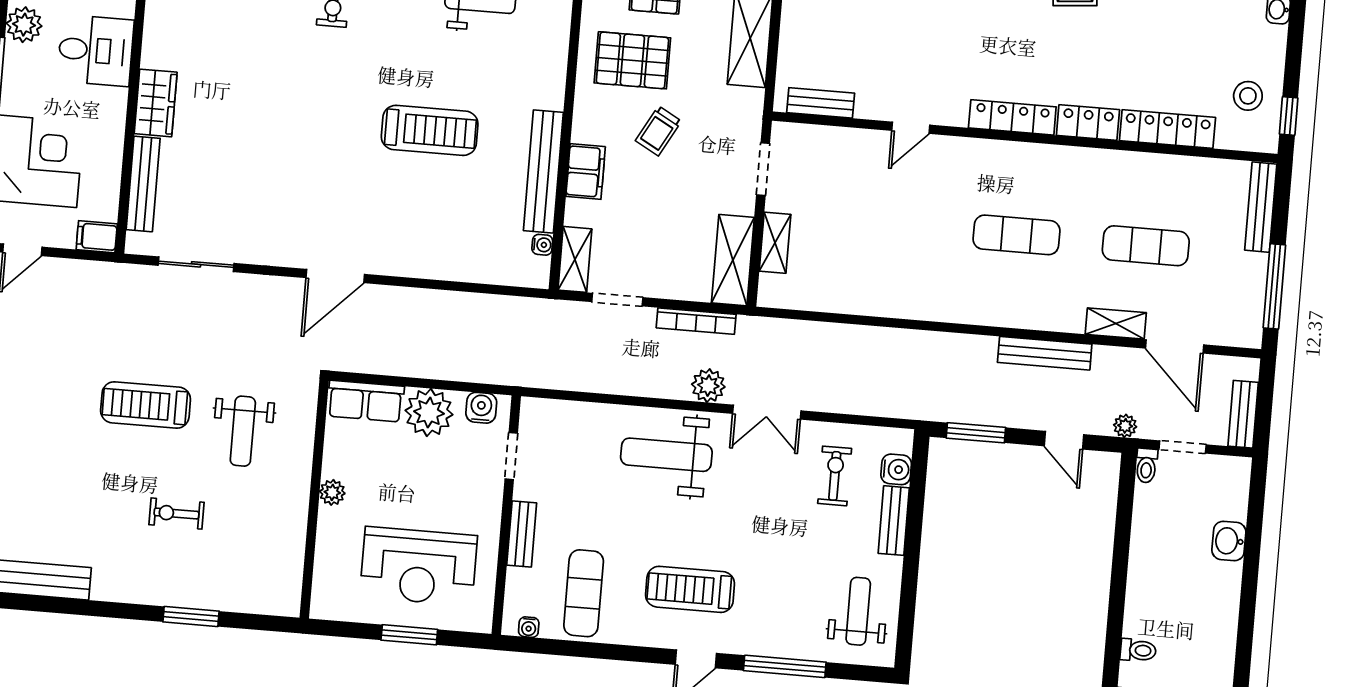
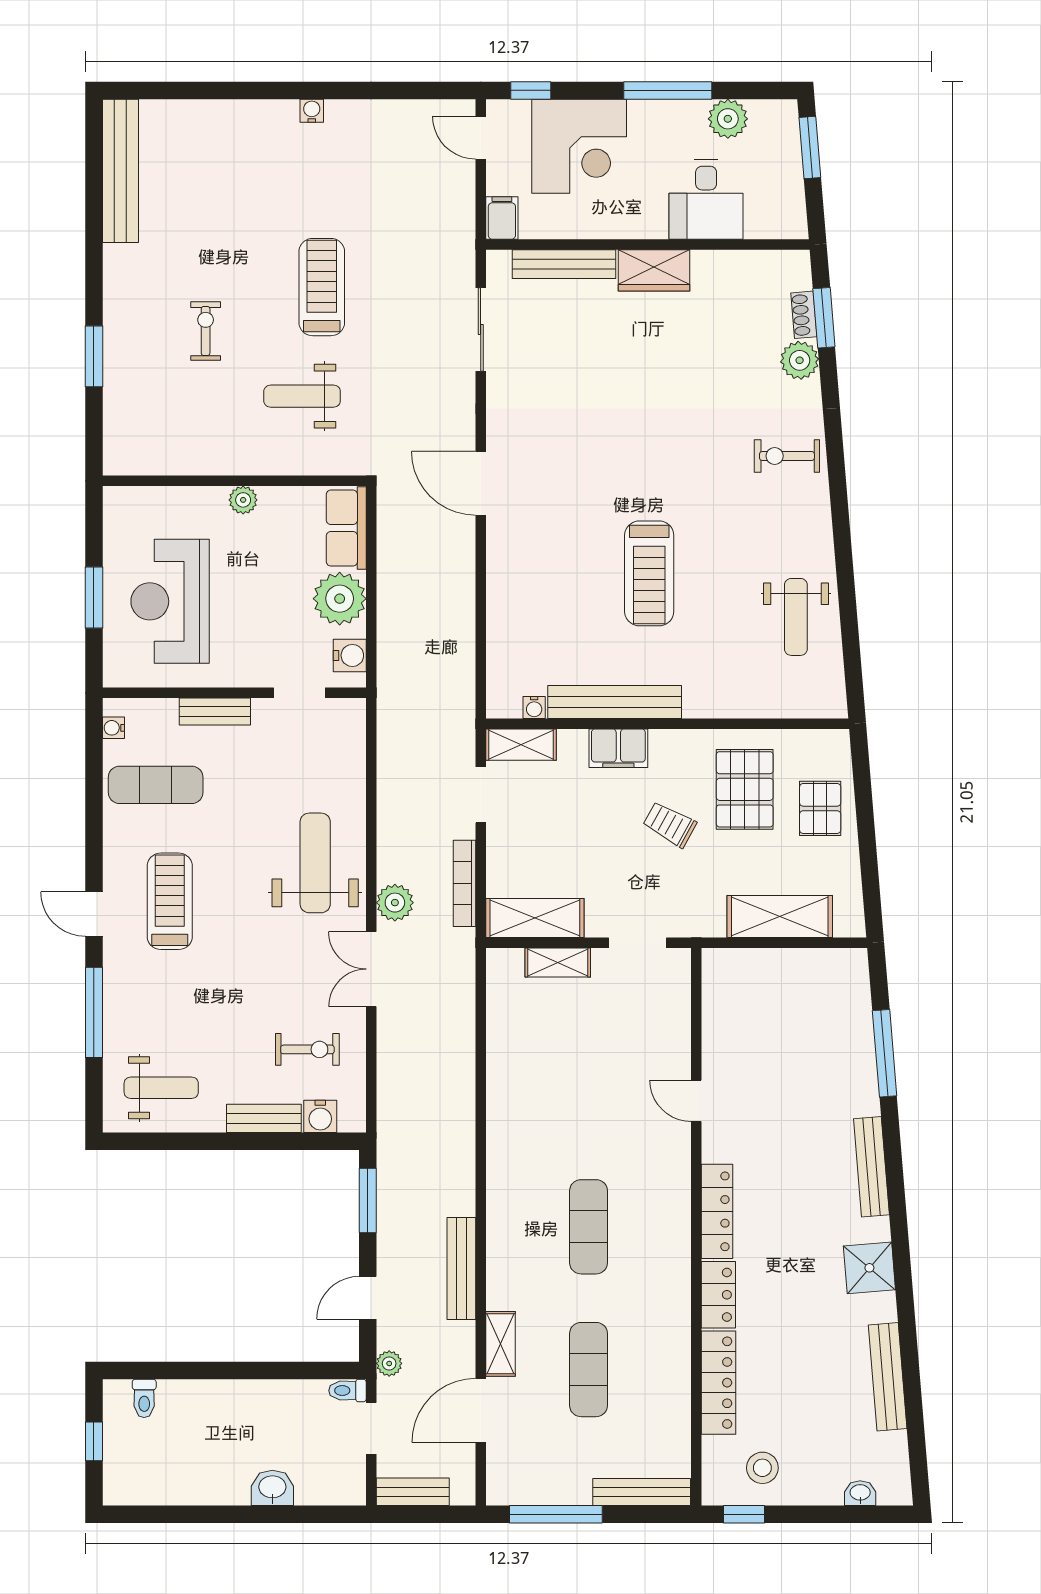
bench: (821, 103) -> (715, 1000), removed

